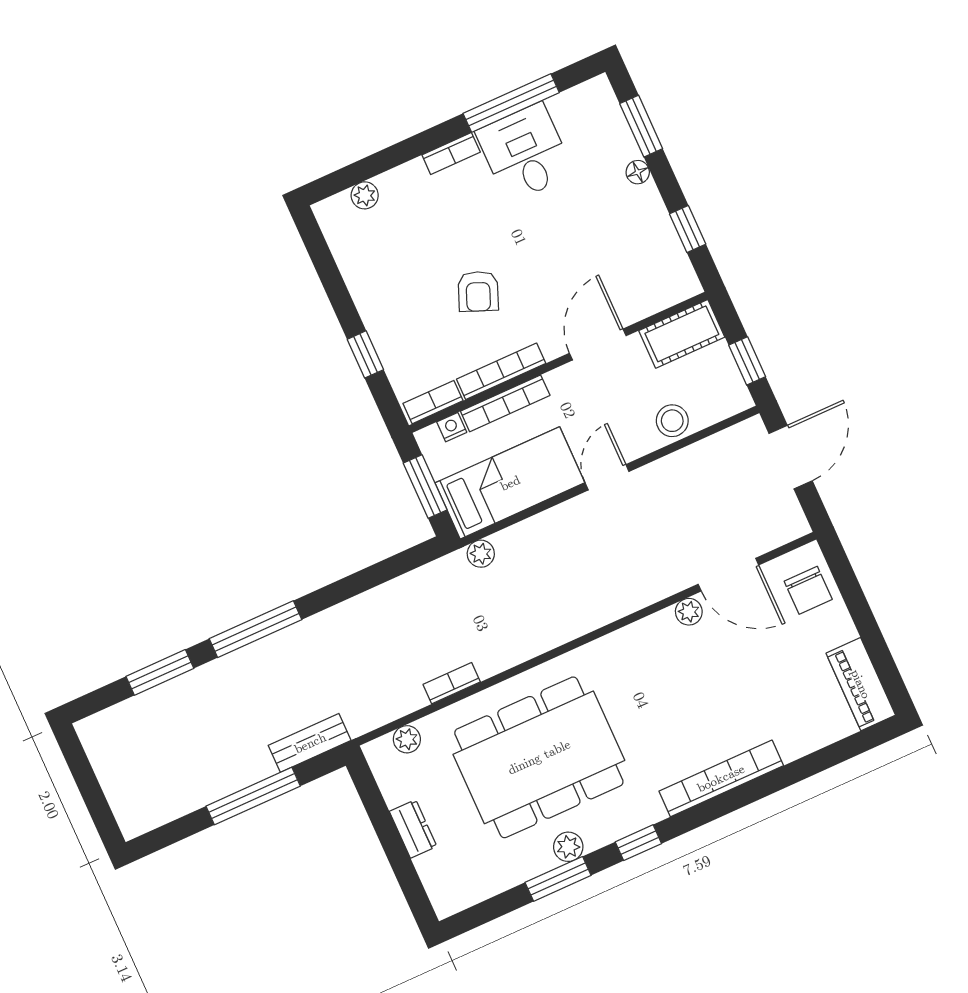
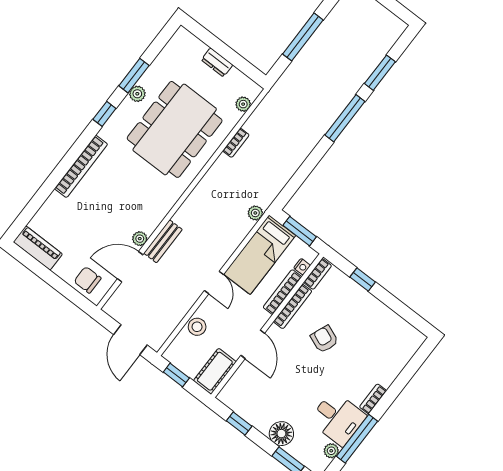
floor lamp: (638, 172) -> (281, 434), width x1.89, depth x1.89
plant: (365, 195) -> (331, 451), moved
bench: (310, 743) -> (163, 241), moved

